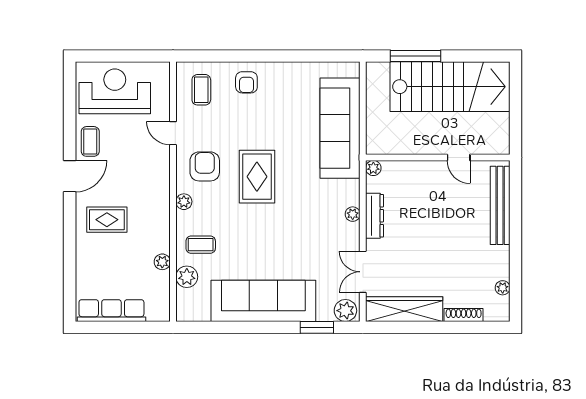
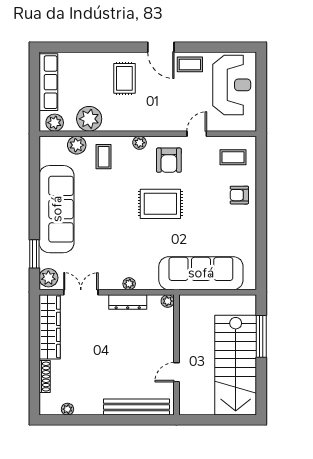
armchair: (205, 166) -> (169, 160), turned 90
plant: (162, 262) -> (89, 119), width x1.87, depth x1.87
plant: (160, 303) -> (55, 123), added

